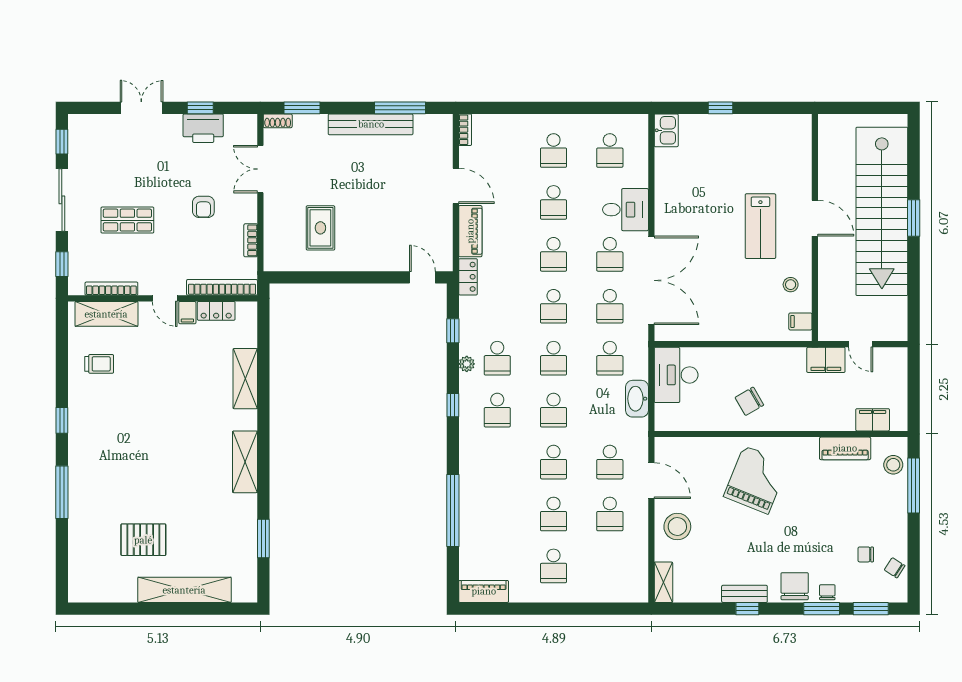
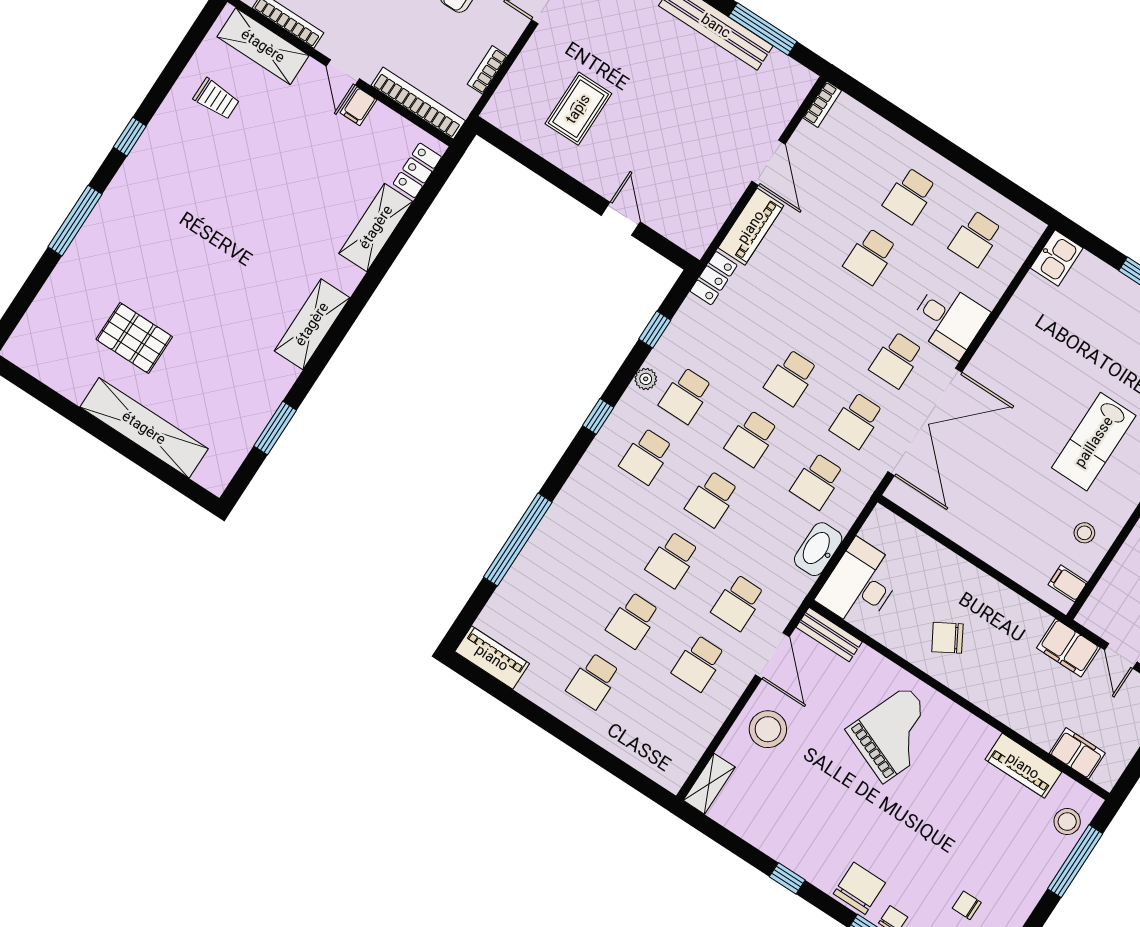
school desk: (554, 254) -> (831, 317), removed
door: (422, 277) -> (621, 219), moved
locker: (216, 311) -> (417, 170), moved, turned 90
desk: (676, 375) -> (860, 584), moved
bench: (744, 594) -> (829, 635), moved

